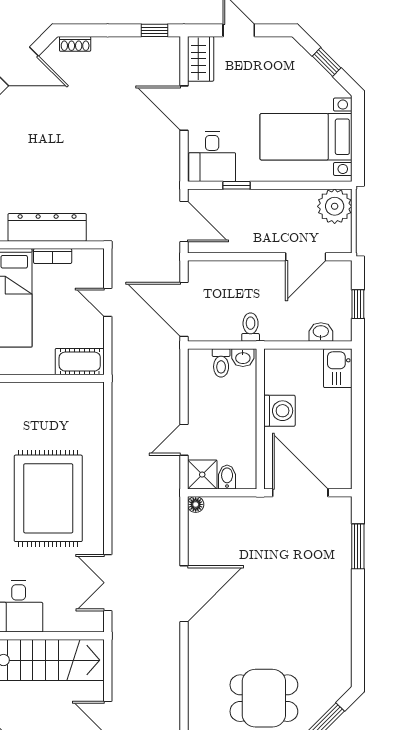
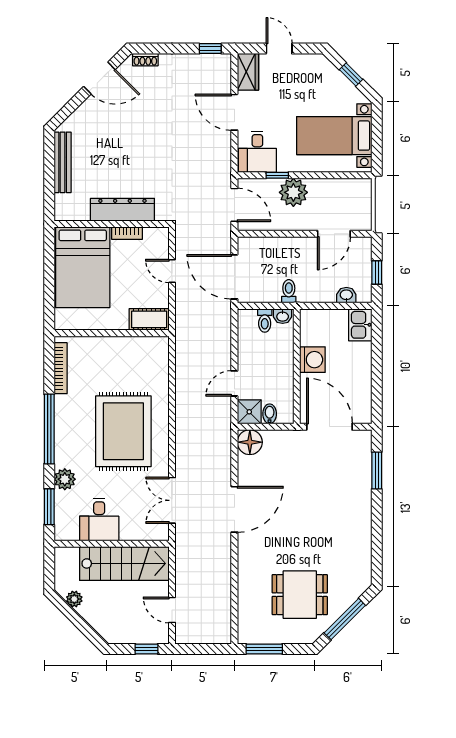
plant: (335, 206) -> (293, 192), moved
floor lamp: (196, 504) -> (250, 442), width x1.89, depth x1.89

